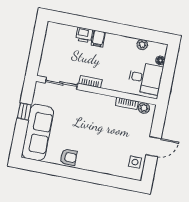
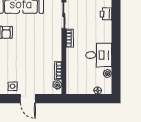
printer: (84, 35) -> (106, 14), moved
filing cabinet: (98, 39) -> (105, 38), removed
desk: (145, 78) -> (99, 55), moved, turned -90

